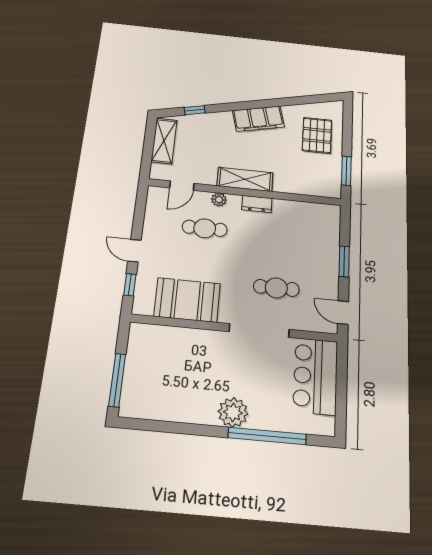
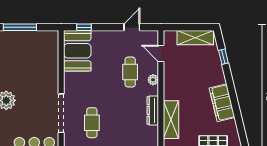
shelving: (245, 179) -> (171, 120), moved
dresser: (257, 204) -> (153, 110), width x1.44
door: (134, 251) -> (132, 27), moved
booth: (187, 300) -> (77, 51), moved

